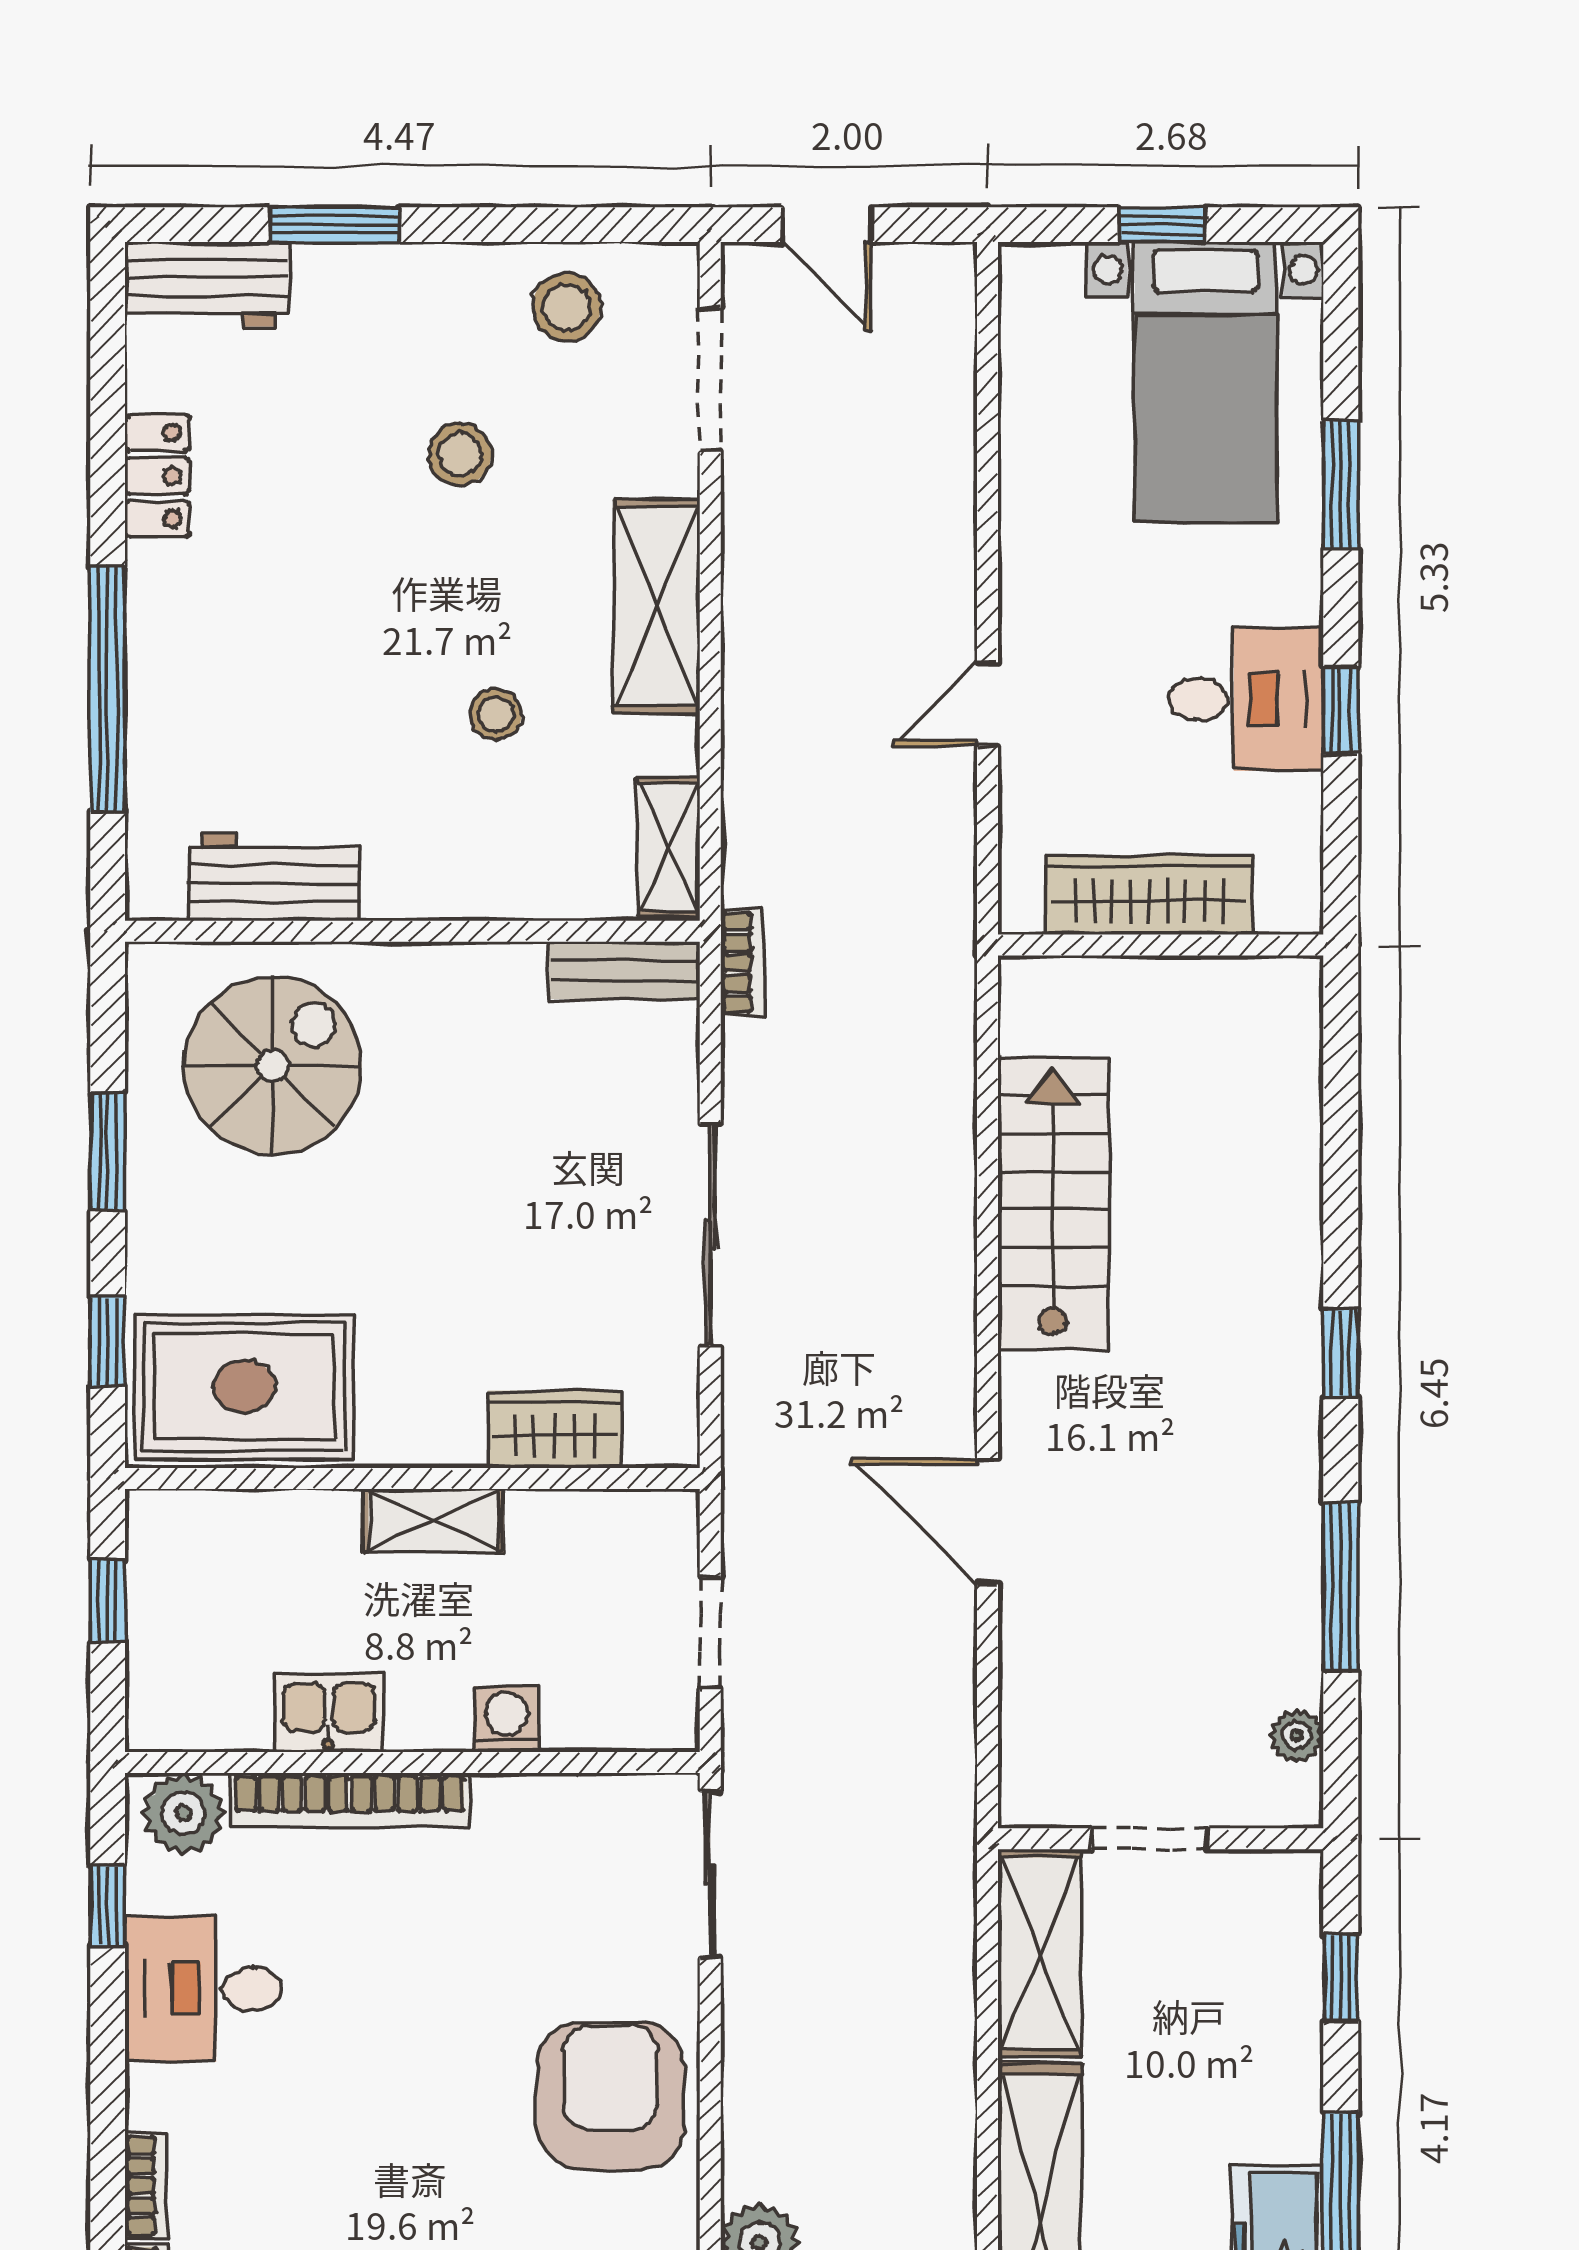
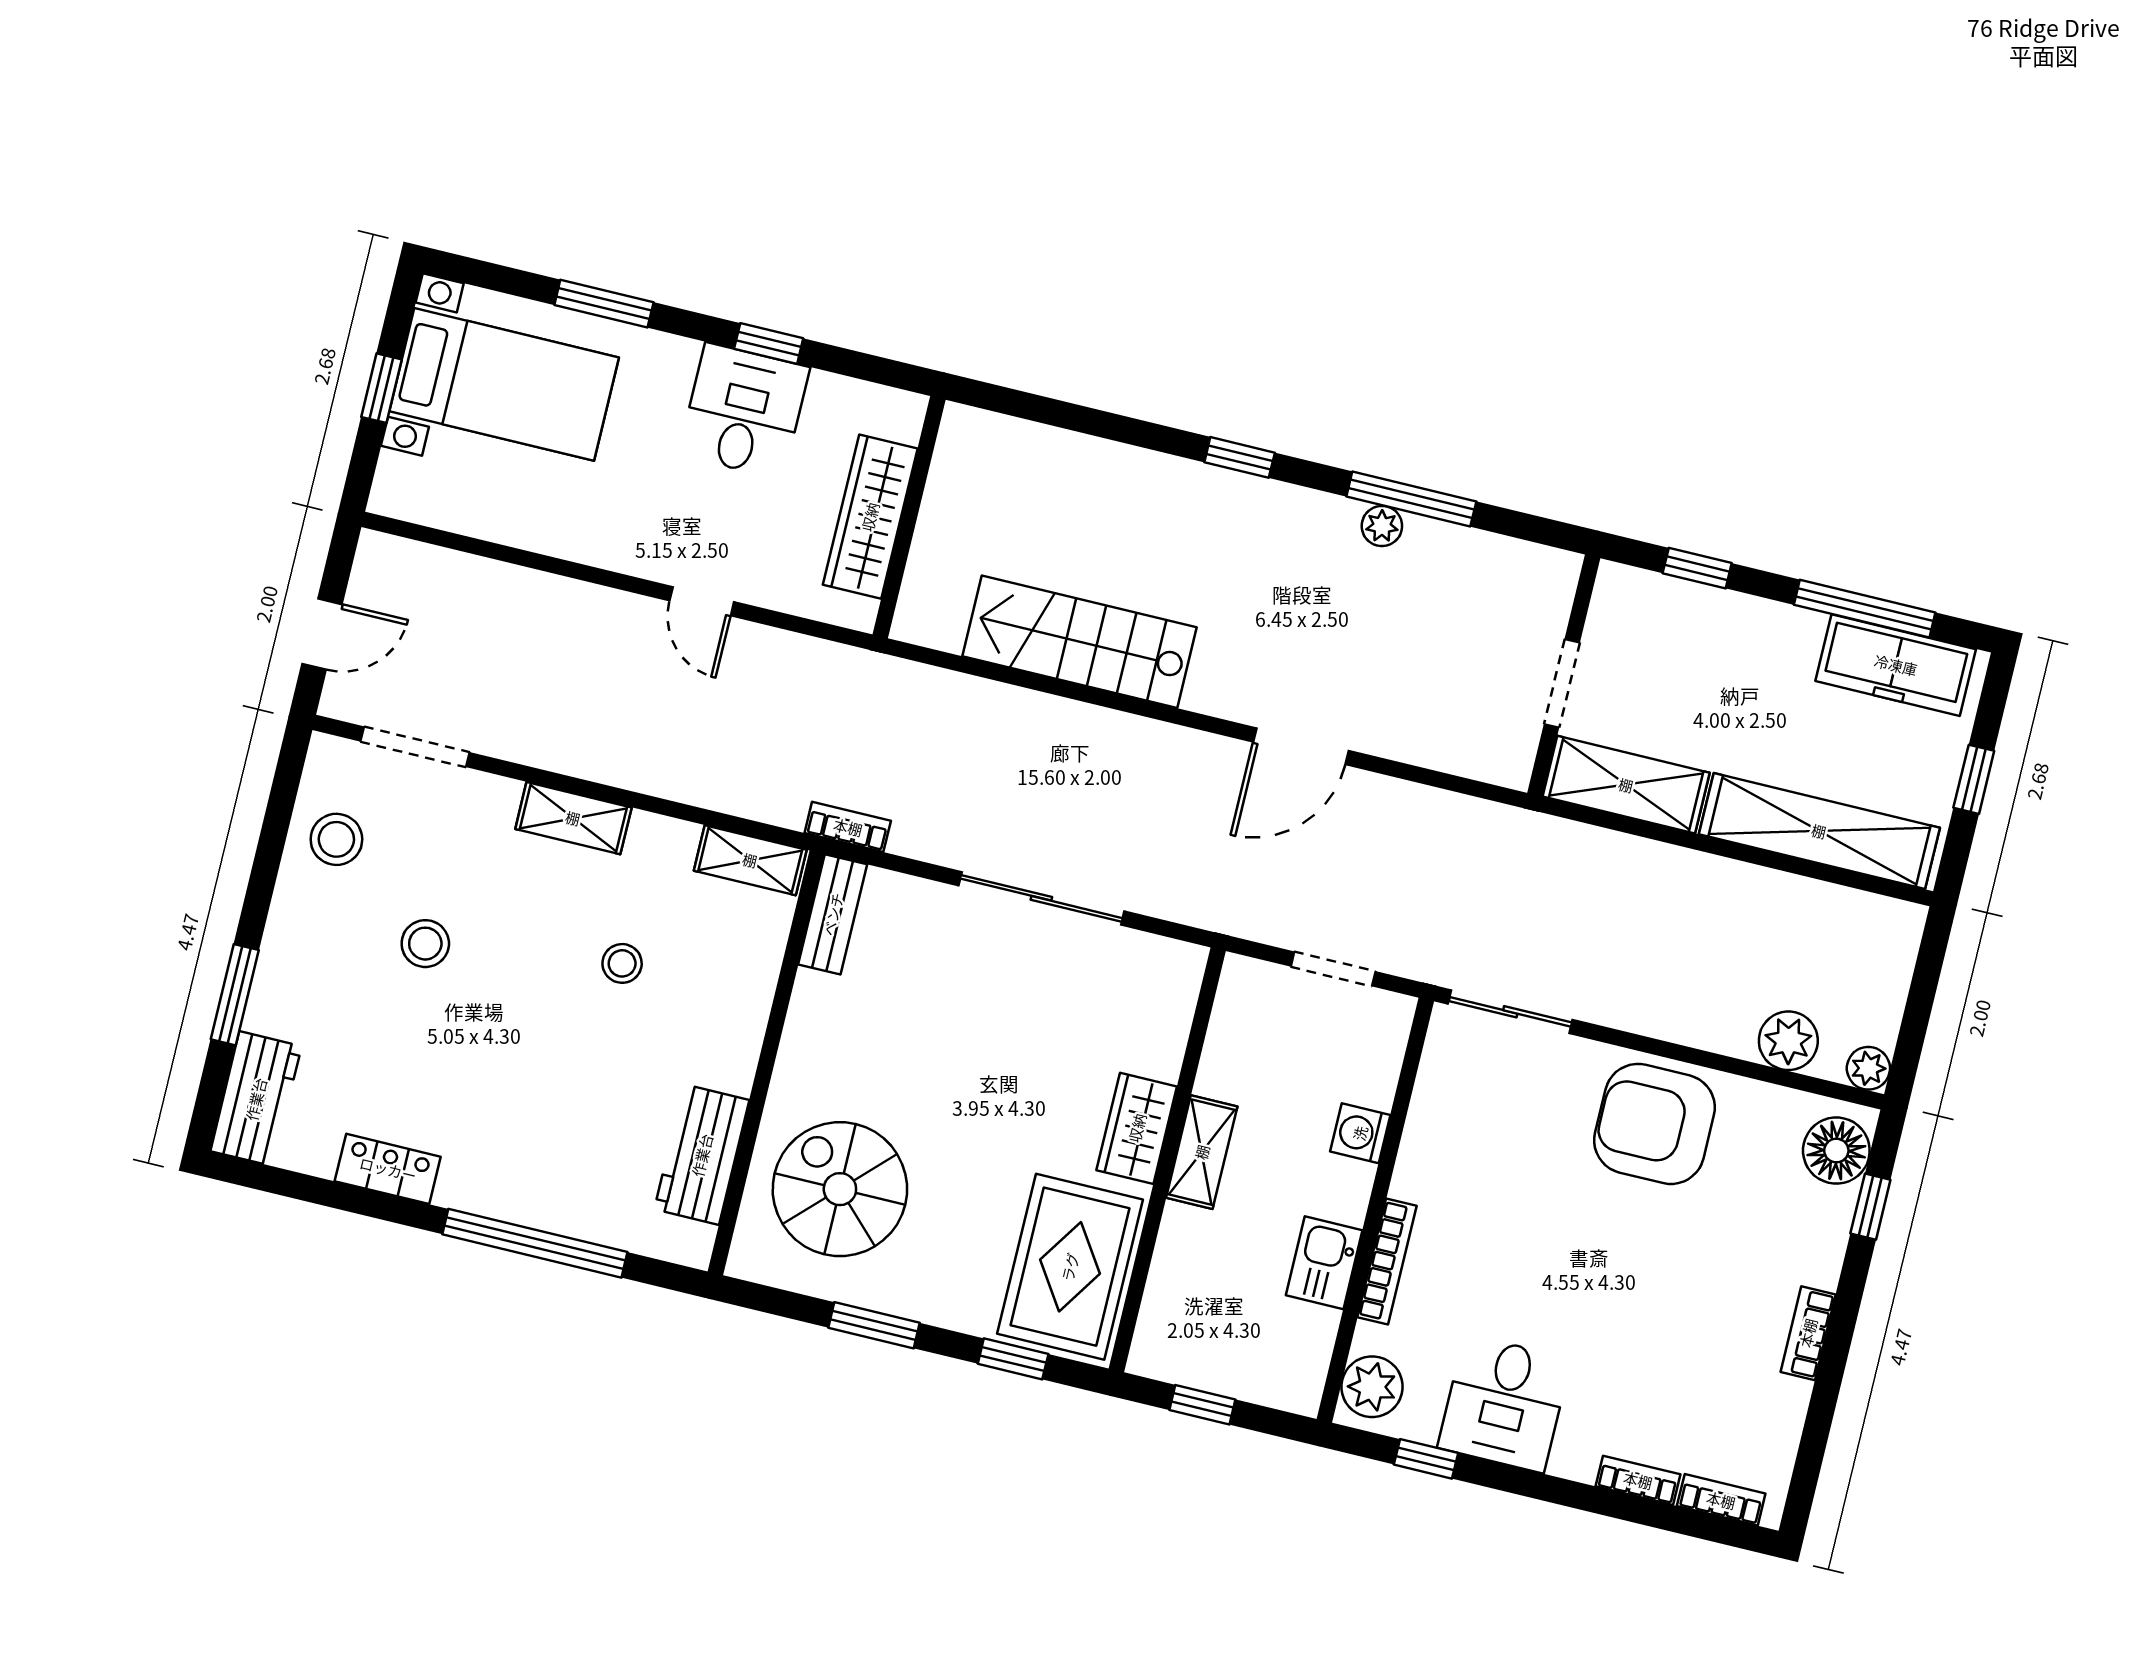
shelving: (657, 606) -> (573, 818), width x0.67, depth x0.75
wardrobe: (555, 1429) -> (1137, 1128), moved
plant: (1297, 1735) -> (1382, 526), moved
bookcase: (350, 1800) -> (1387, 1262), width x0.68, depth x0.76

